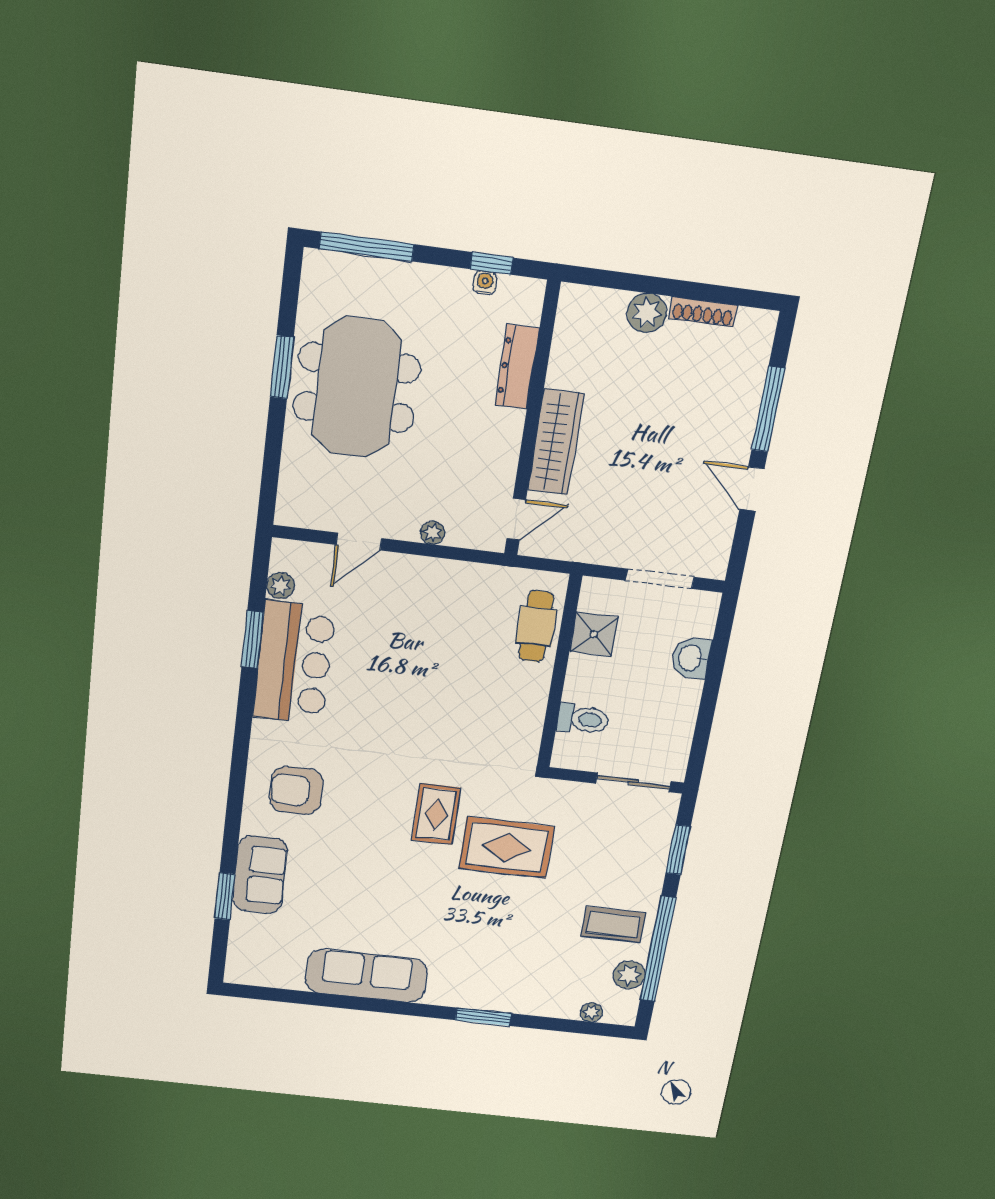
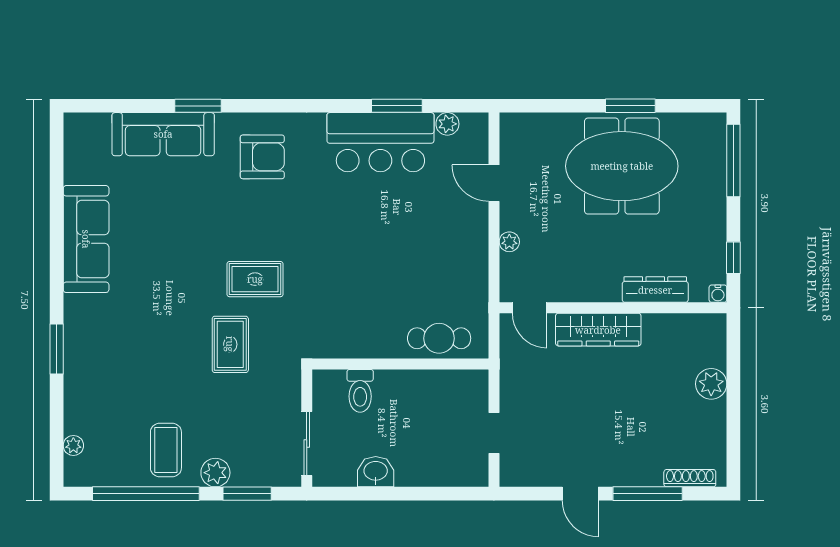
water cooler: (485, 283) -> (718, 294), moved, turned 90
shoe rack: (703, 312) -> (690, 478), moved, turned 90
door: (752, 489) -> (580, 494), swing flipped
doorway: (660, 579) -> (494, 433), width x0.73
shower: (594, 634) -> (438, 387), removed
washbasin: (691, 658) -> (376, 472), moved
armchair: (296, 790) -> (262, 157), turned 90
rug: (507, 848) -> (230, 344), width x0.73, depth x0.70
sofa: (260, 875) -> (163, 134), width x1.36
window: (225, 896) -> (198, 106), moved
plant: (629, 975) -> (215, 473), moved

